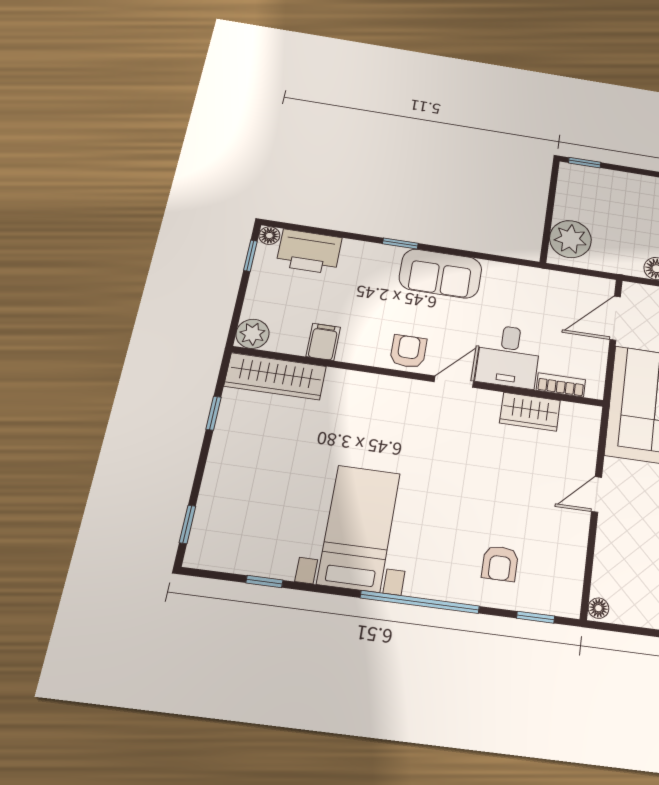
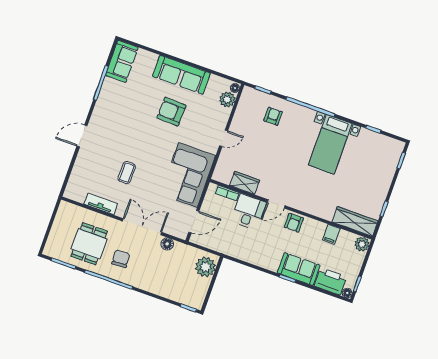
sofa: (441, 274) -> (299, 269), moved
plant: (609, 579) -> (227, 99), added

